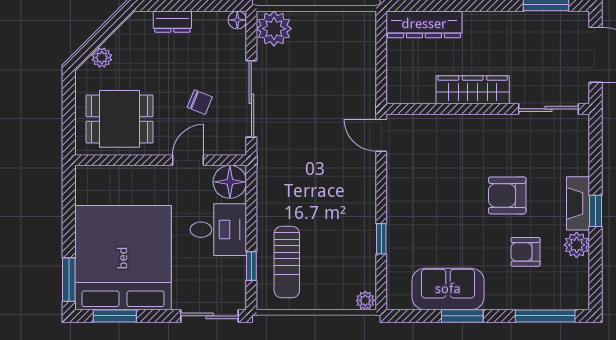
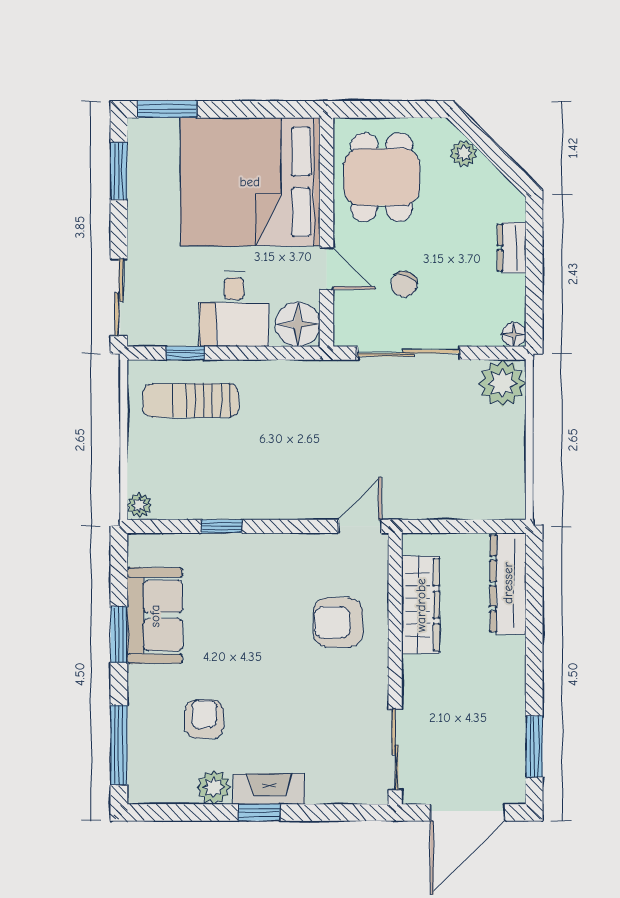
wardrobe: (473, 90) -> (421, 605), moved
armchair: (507, 195) -> (338, 622), moved, turned -90
bed: (123, 258) -> (250, 182), moved, turned 180

